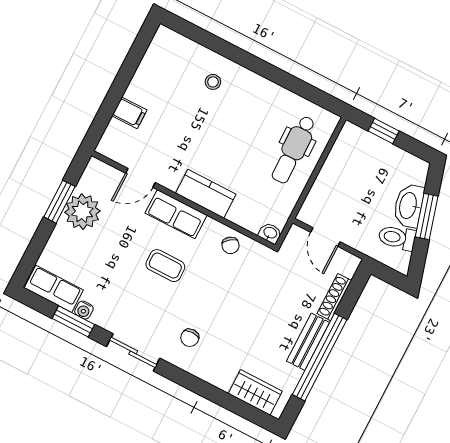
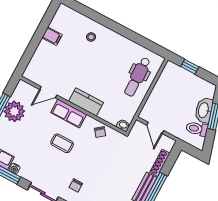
filing cabinet: (129, 113) -> (52, 36), moved

